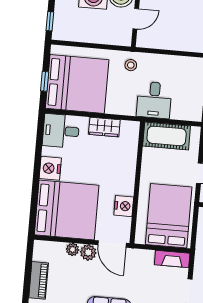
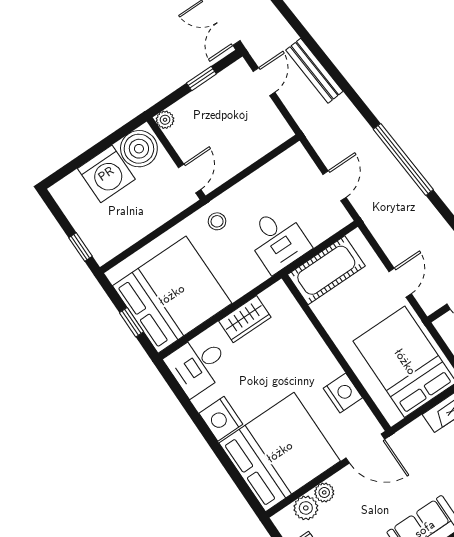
door: (136, 19) -> (190, 178), moved
plant: (88, 252) -> (306, 508), moved

